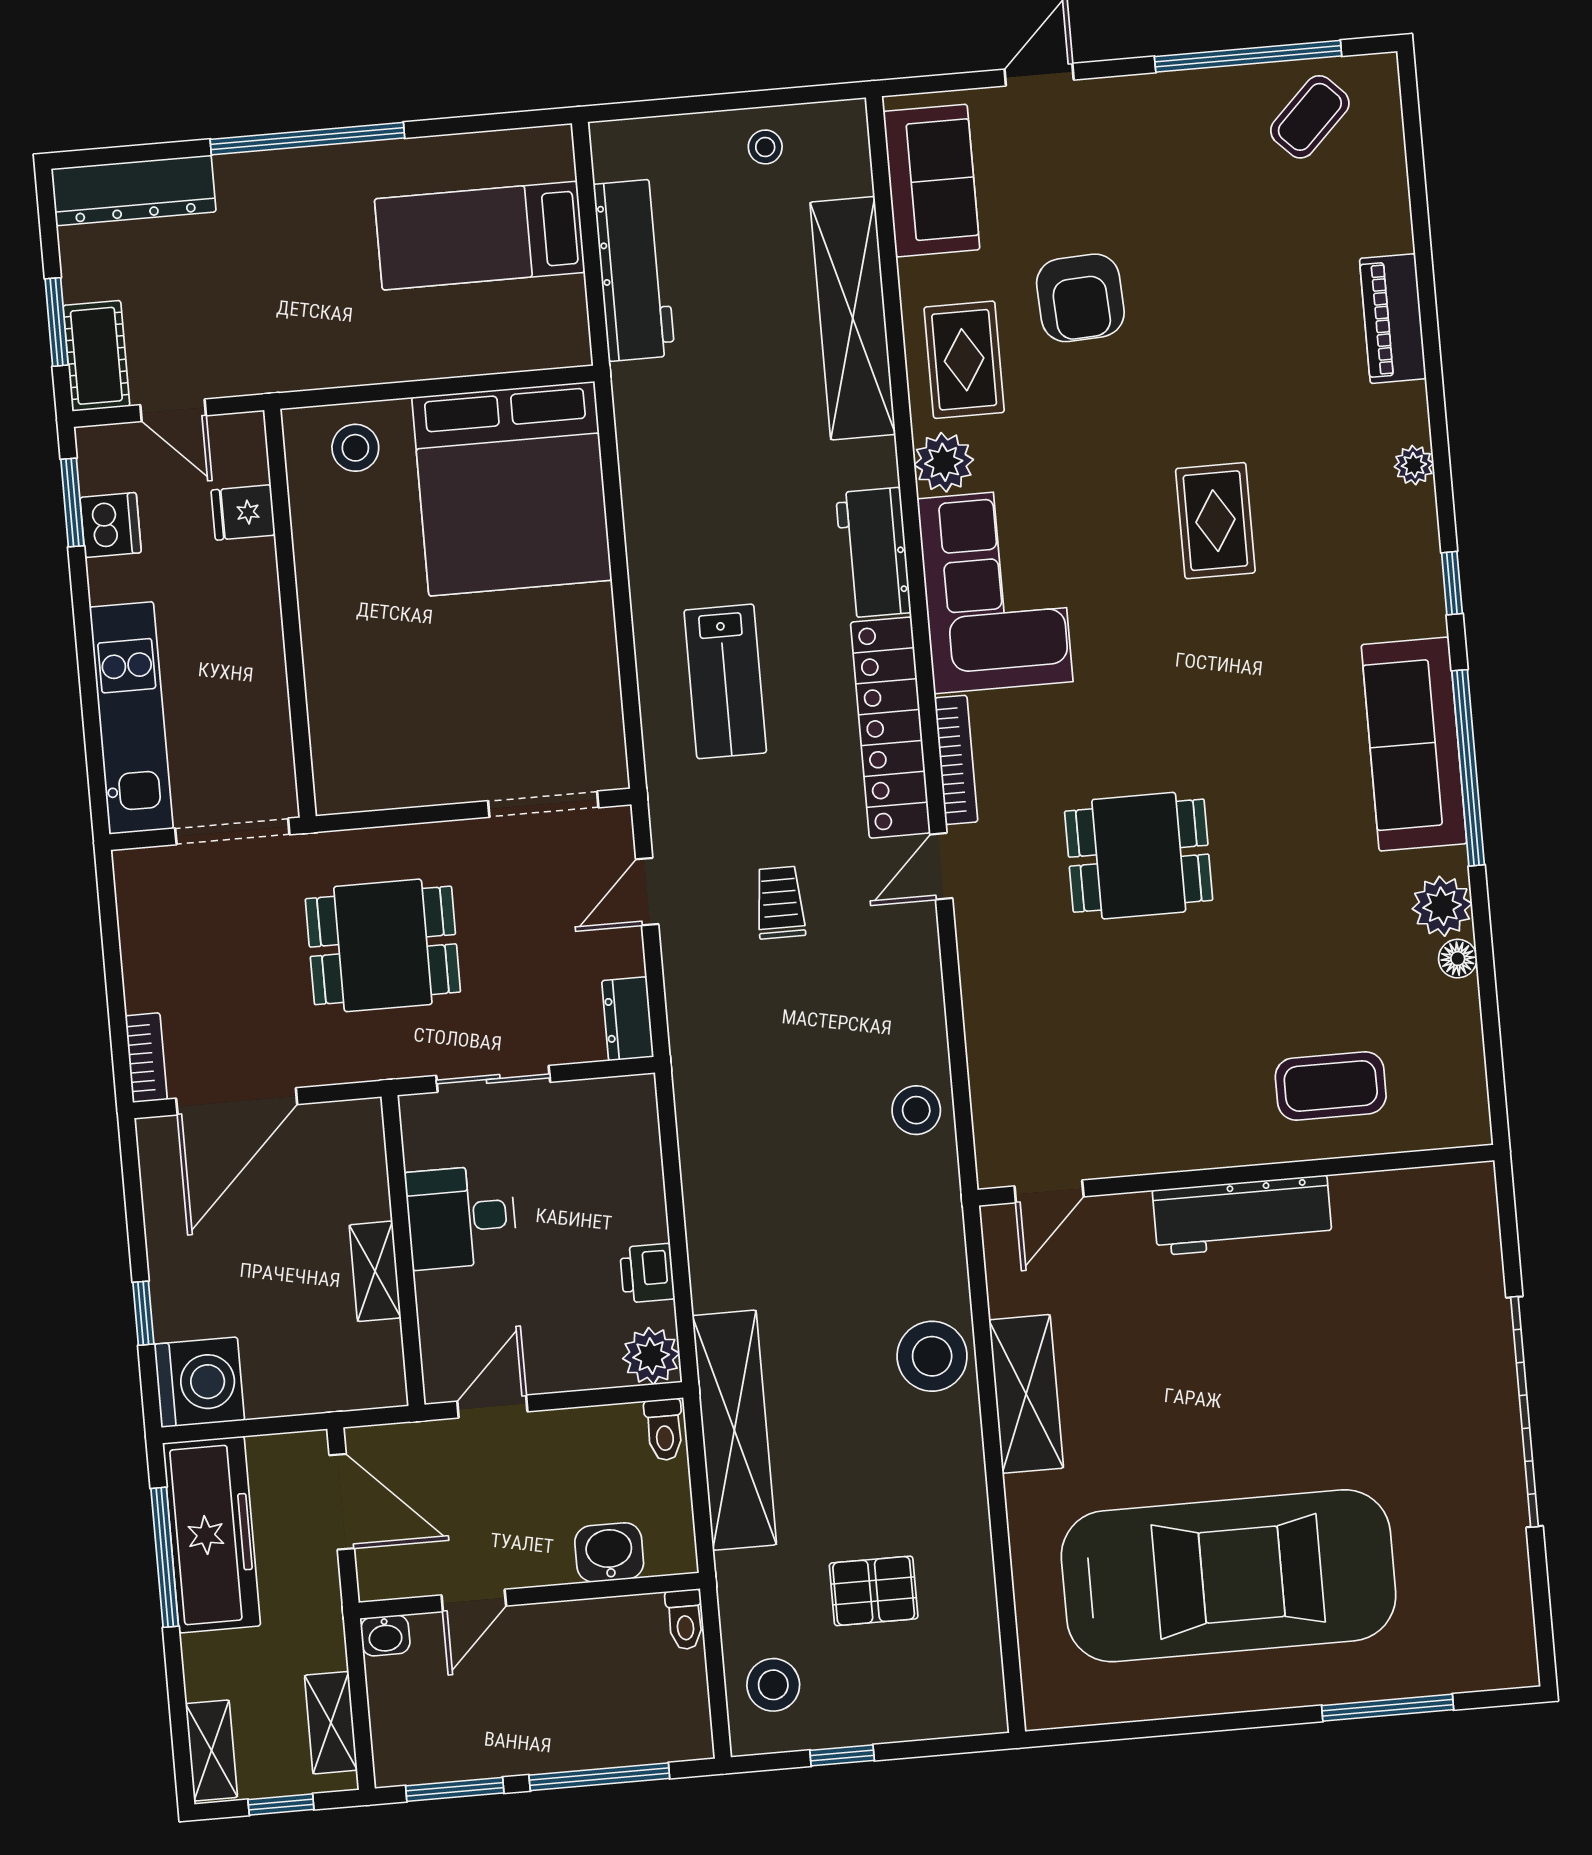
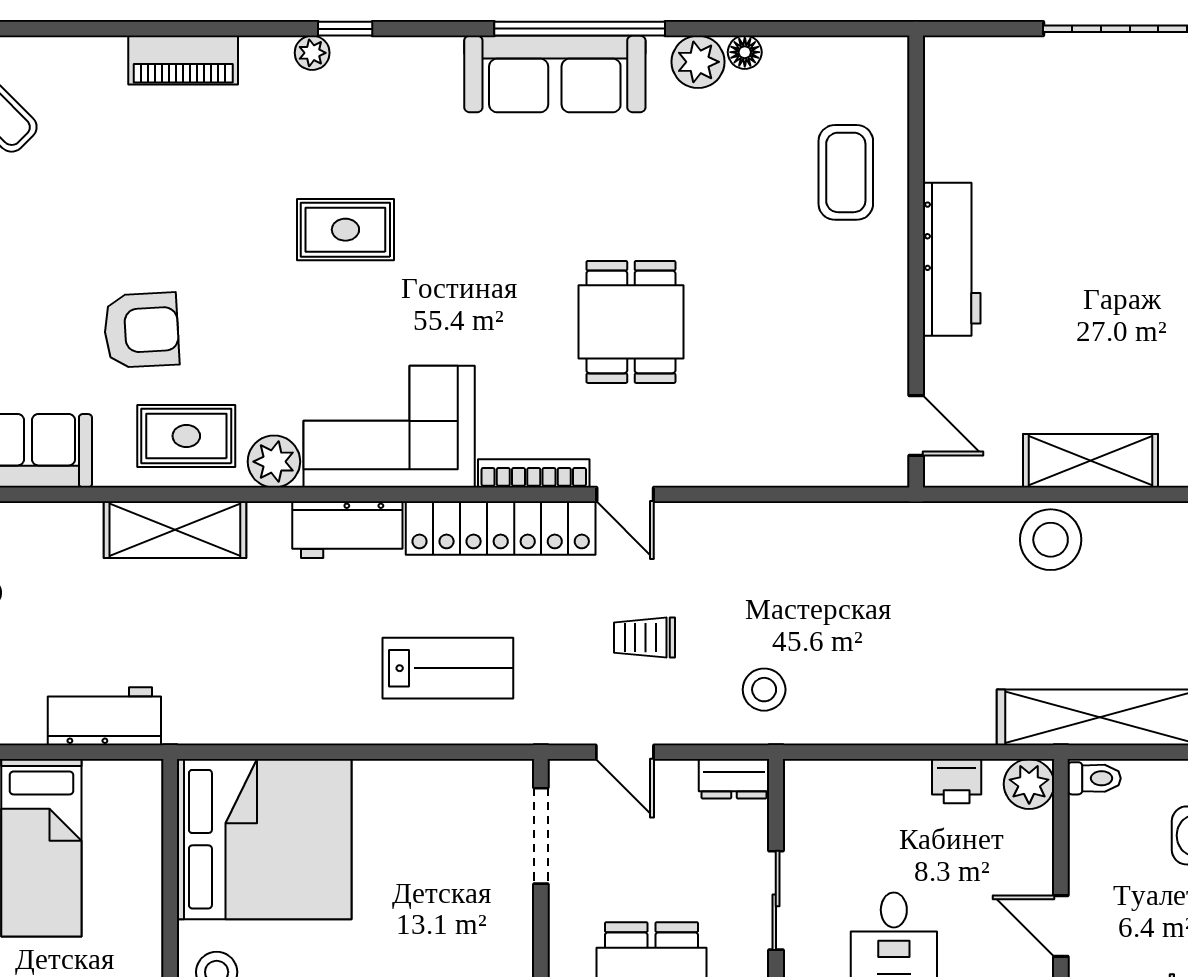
workbench: (634, 270) -> (104, 716), width x0.73
shelving: (853, 318) -> (175, 530), width x0.68
window: (1452, 583) -> (345, 29), moved
stool: (916, 1110) -> (764, 690), moved

